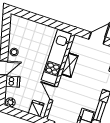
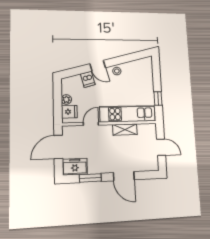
window: (53, 23) -> (158, 98), added
plant: (10, 102) -> (66, 100), moved

